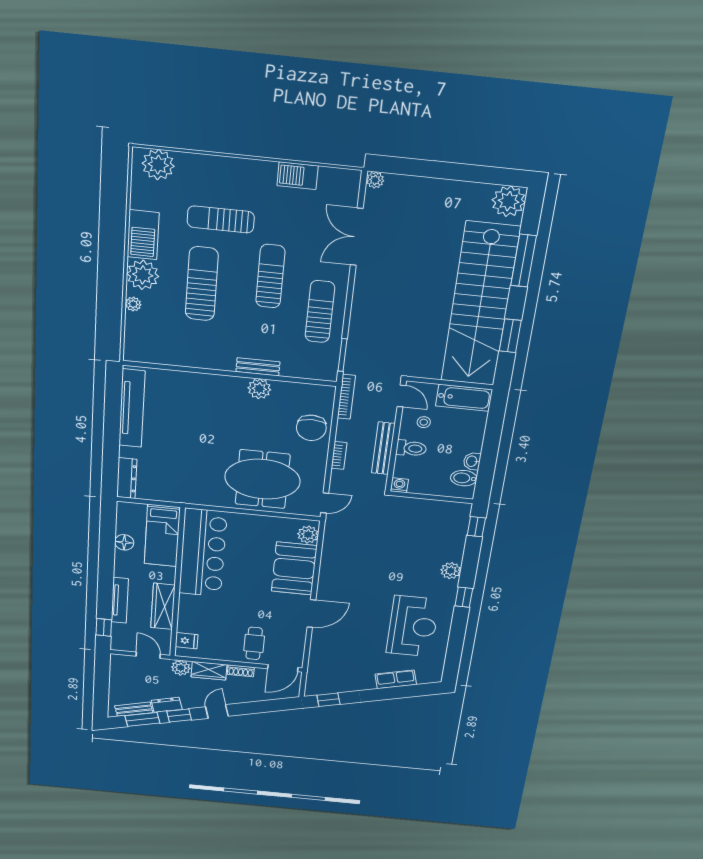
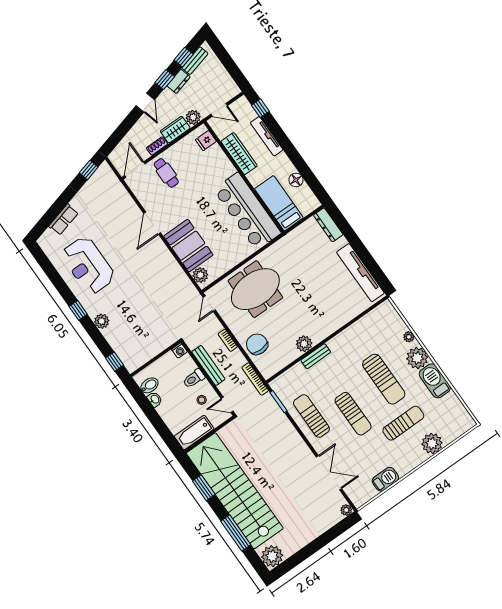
plant: (158, 165) -> (432, 443), moved
sun lounger: (320, 312) -> (311, 416), turned 180
window: (142, 719) -> (184, 57), width x0.67

